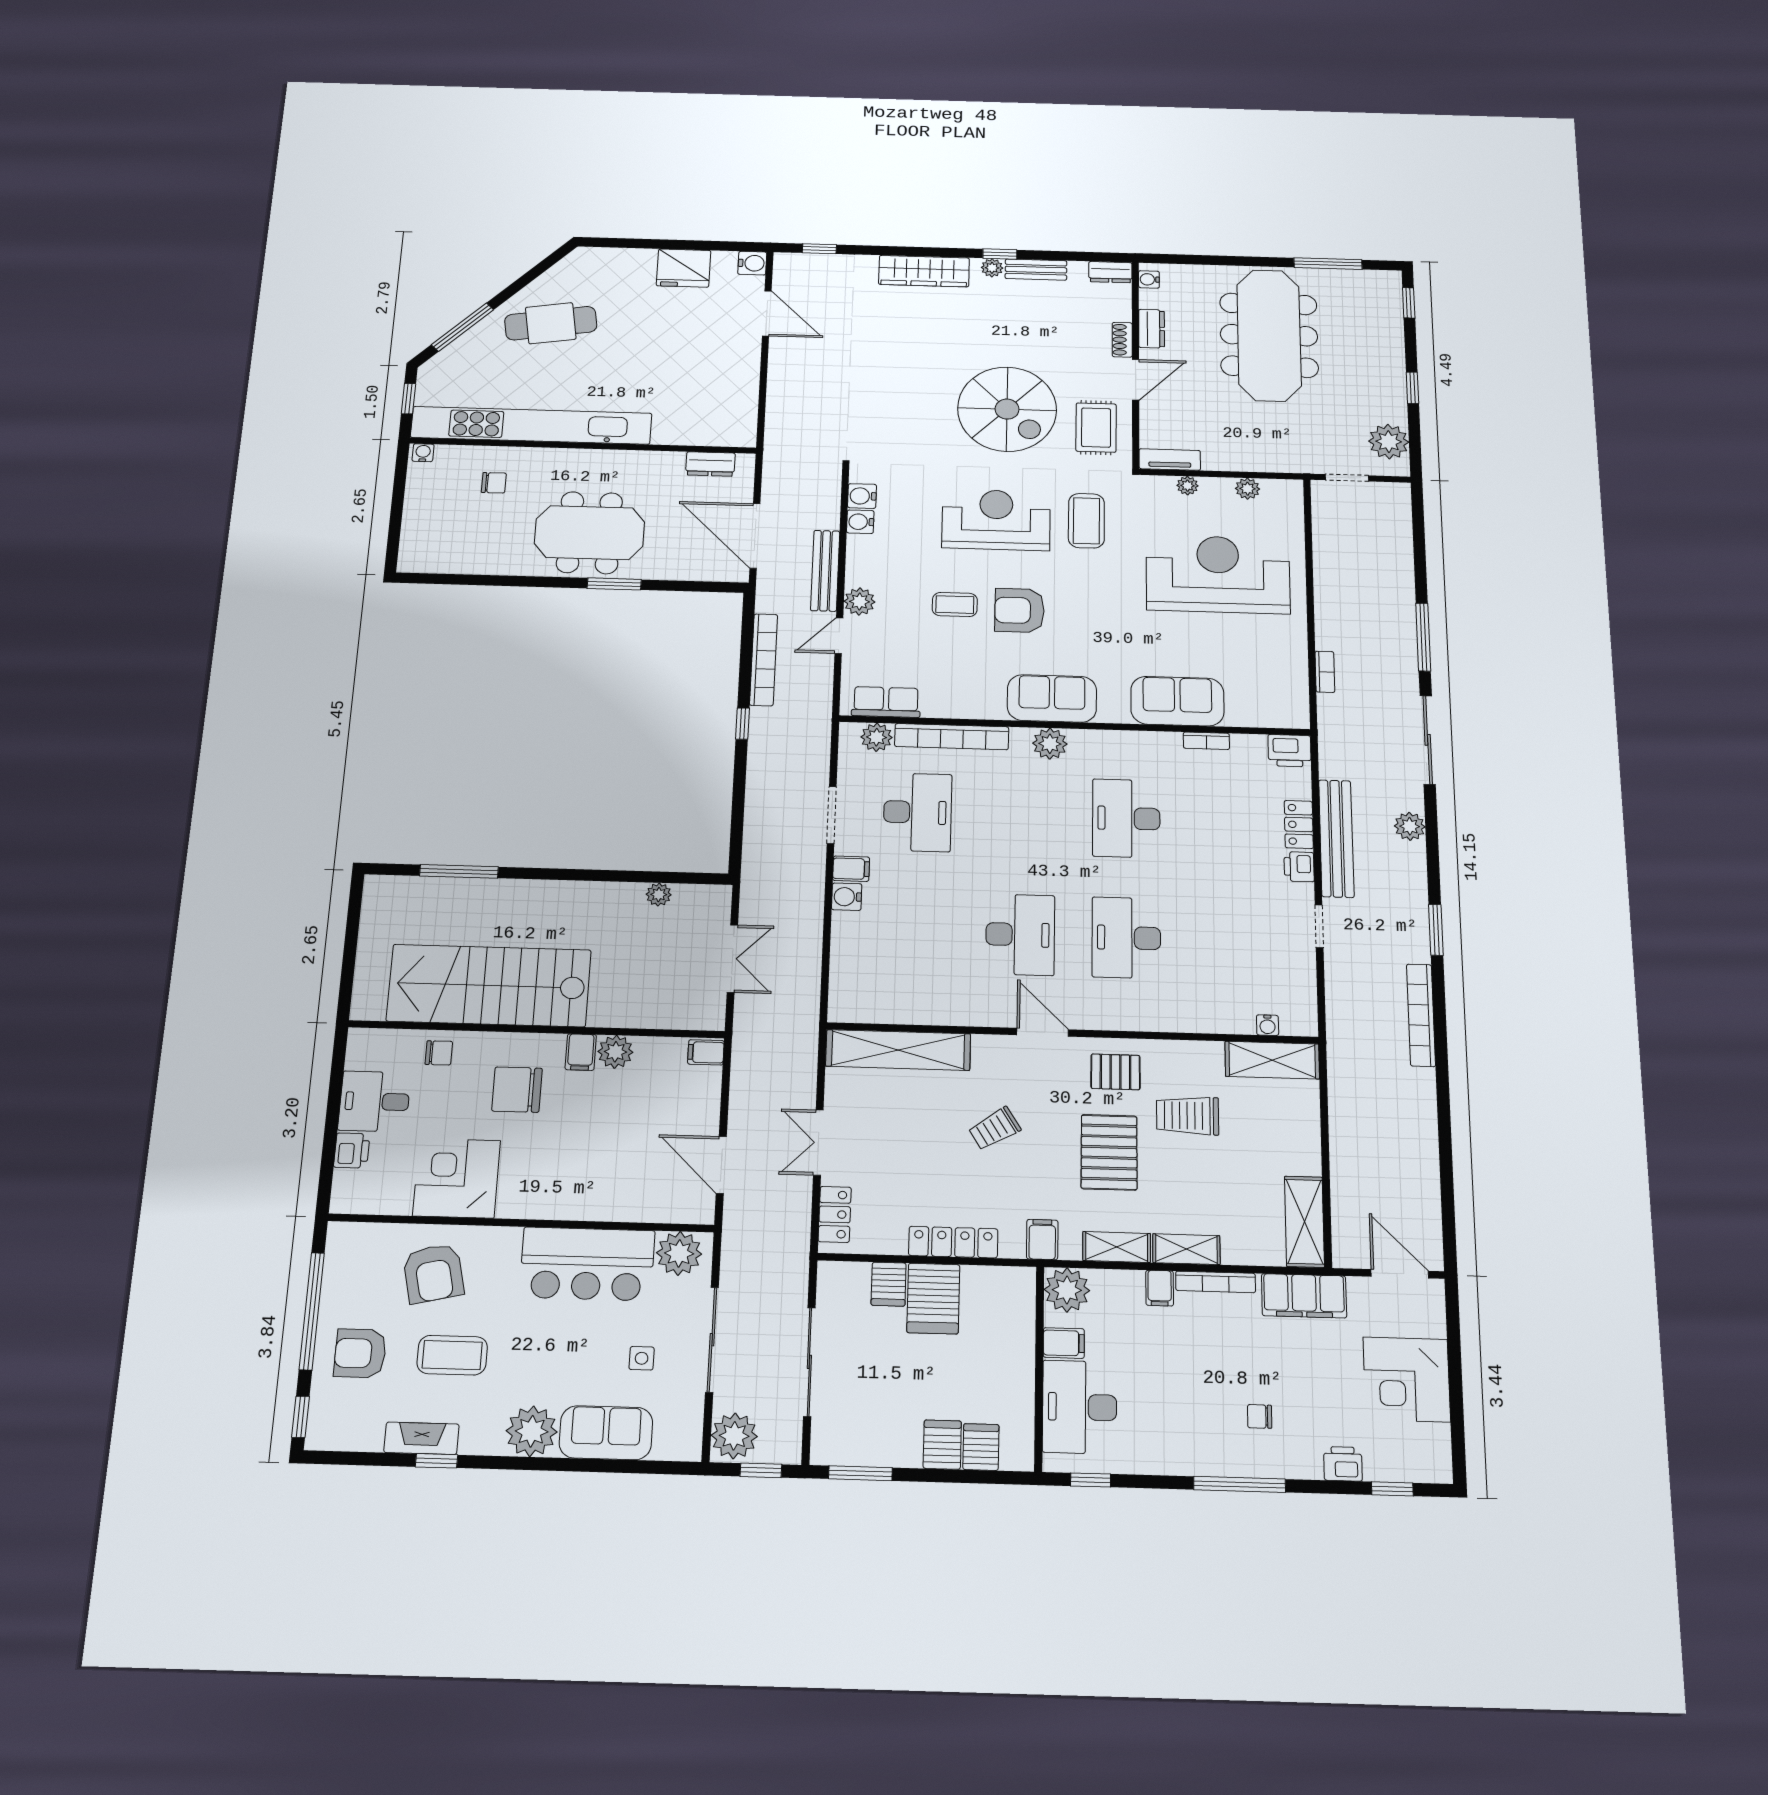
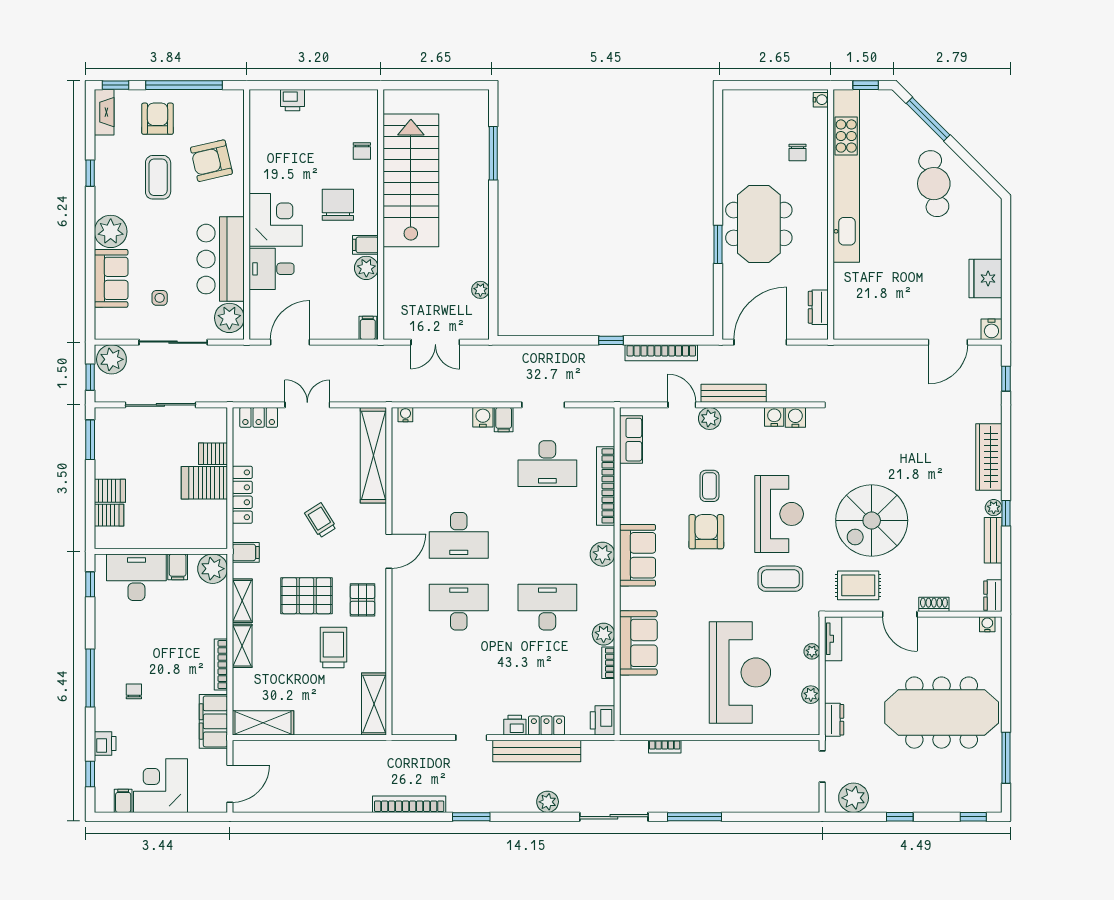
dresser: (1152, 329) -> (834, 720), moved, turned -90
plant: (877, 737) -> (604, 634), moved
water cooler: (1268, 1025) -> (405, 415), moved, turned 90
desk: (374, 1101) -> (272, 269), moved, turned -90
corner desk: (457, 1178) -> (276, 220), moved
filing cabinet: (1160, 1288) -> (123, 801), moved, turned 90
fireplace: (421, 1438) -> (104, 112), moved

